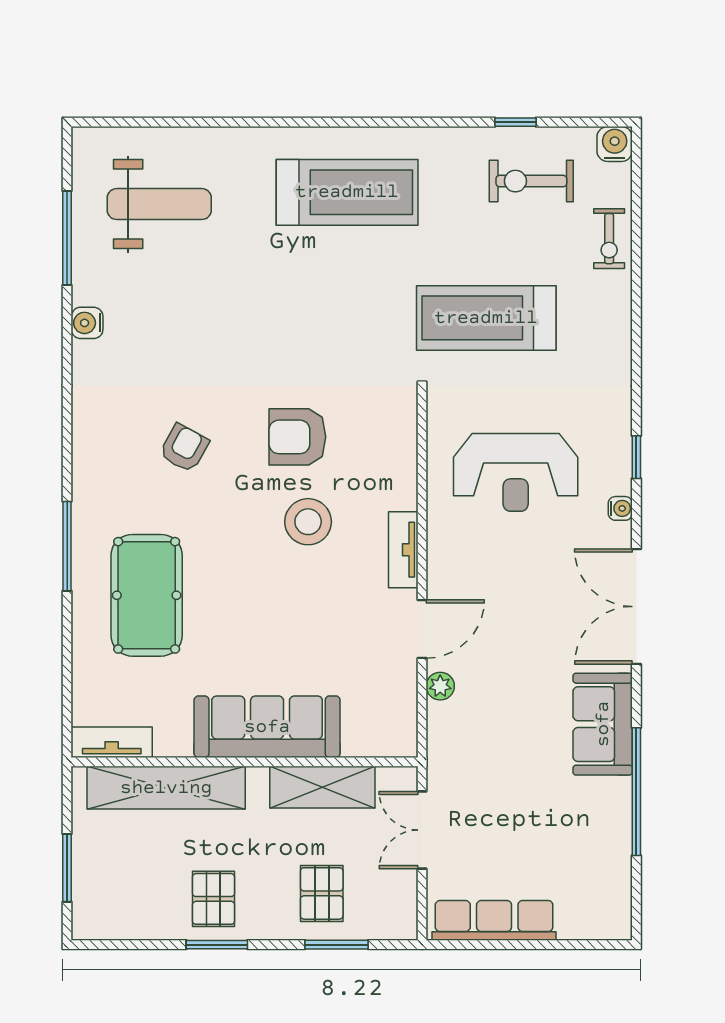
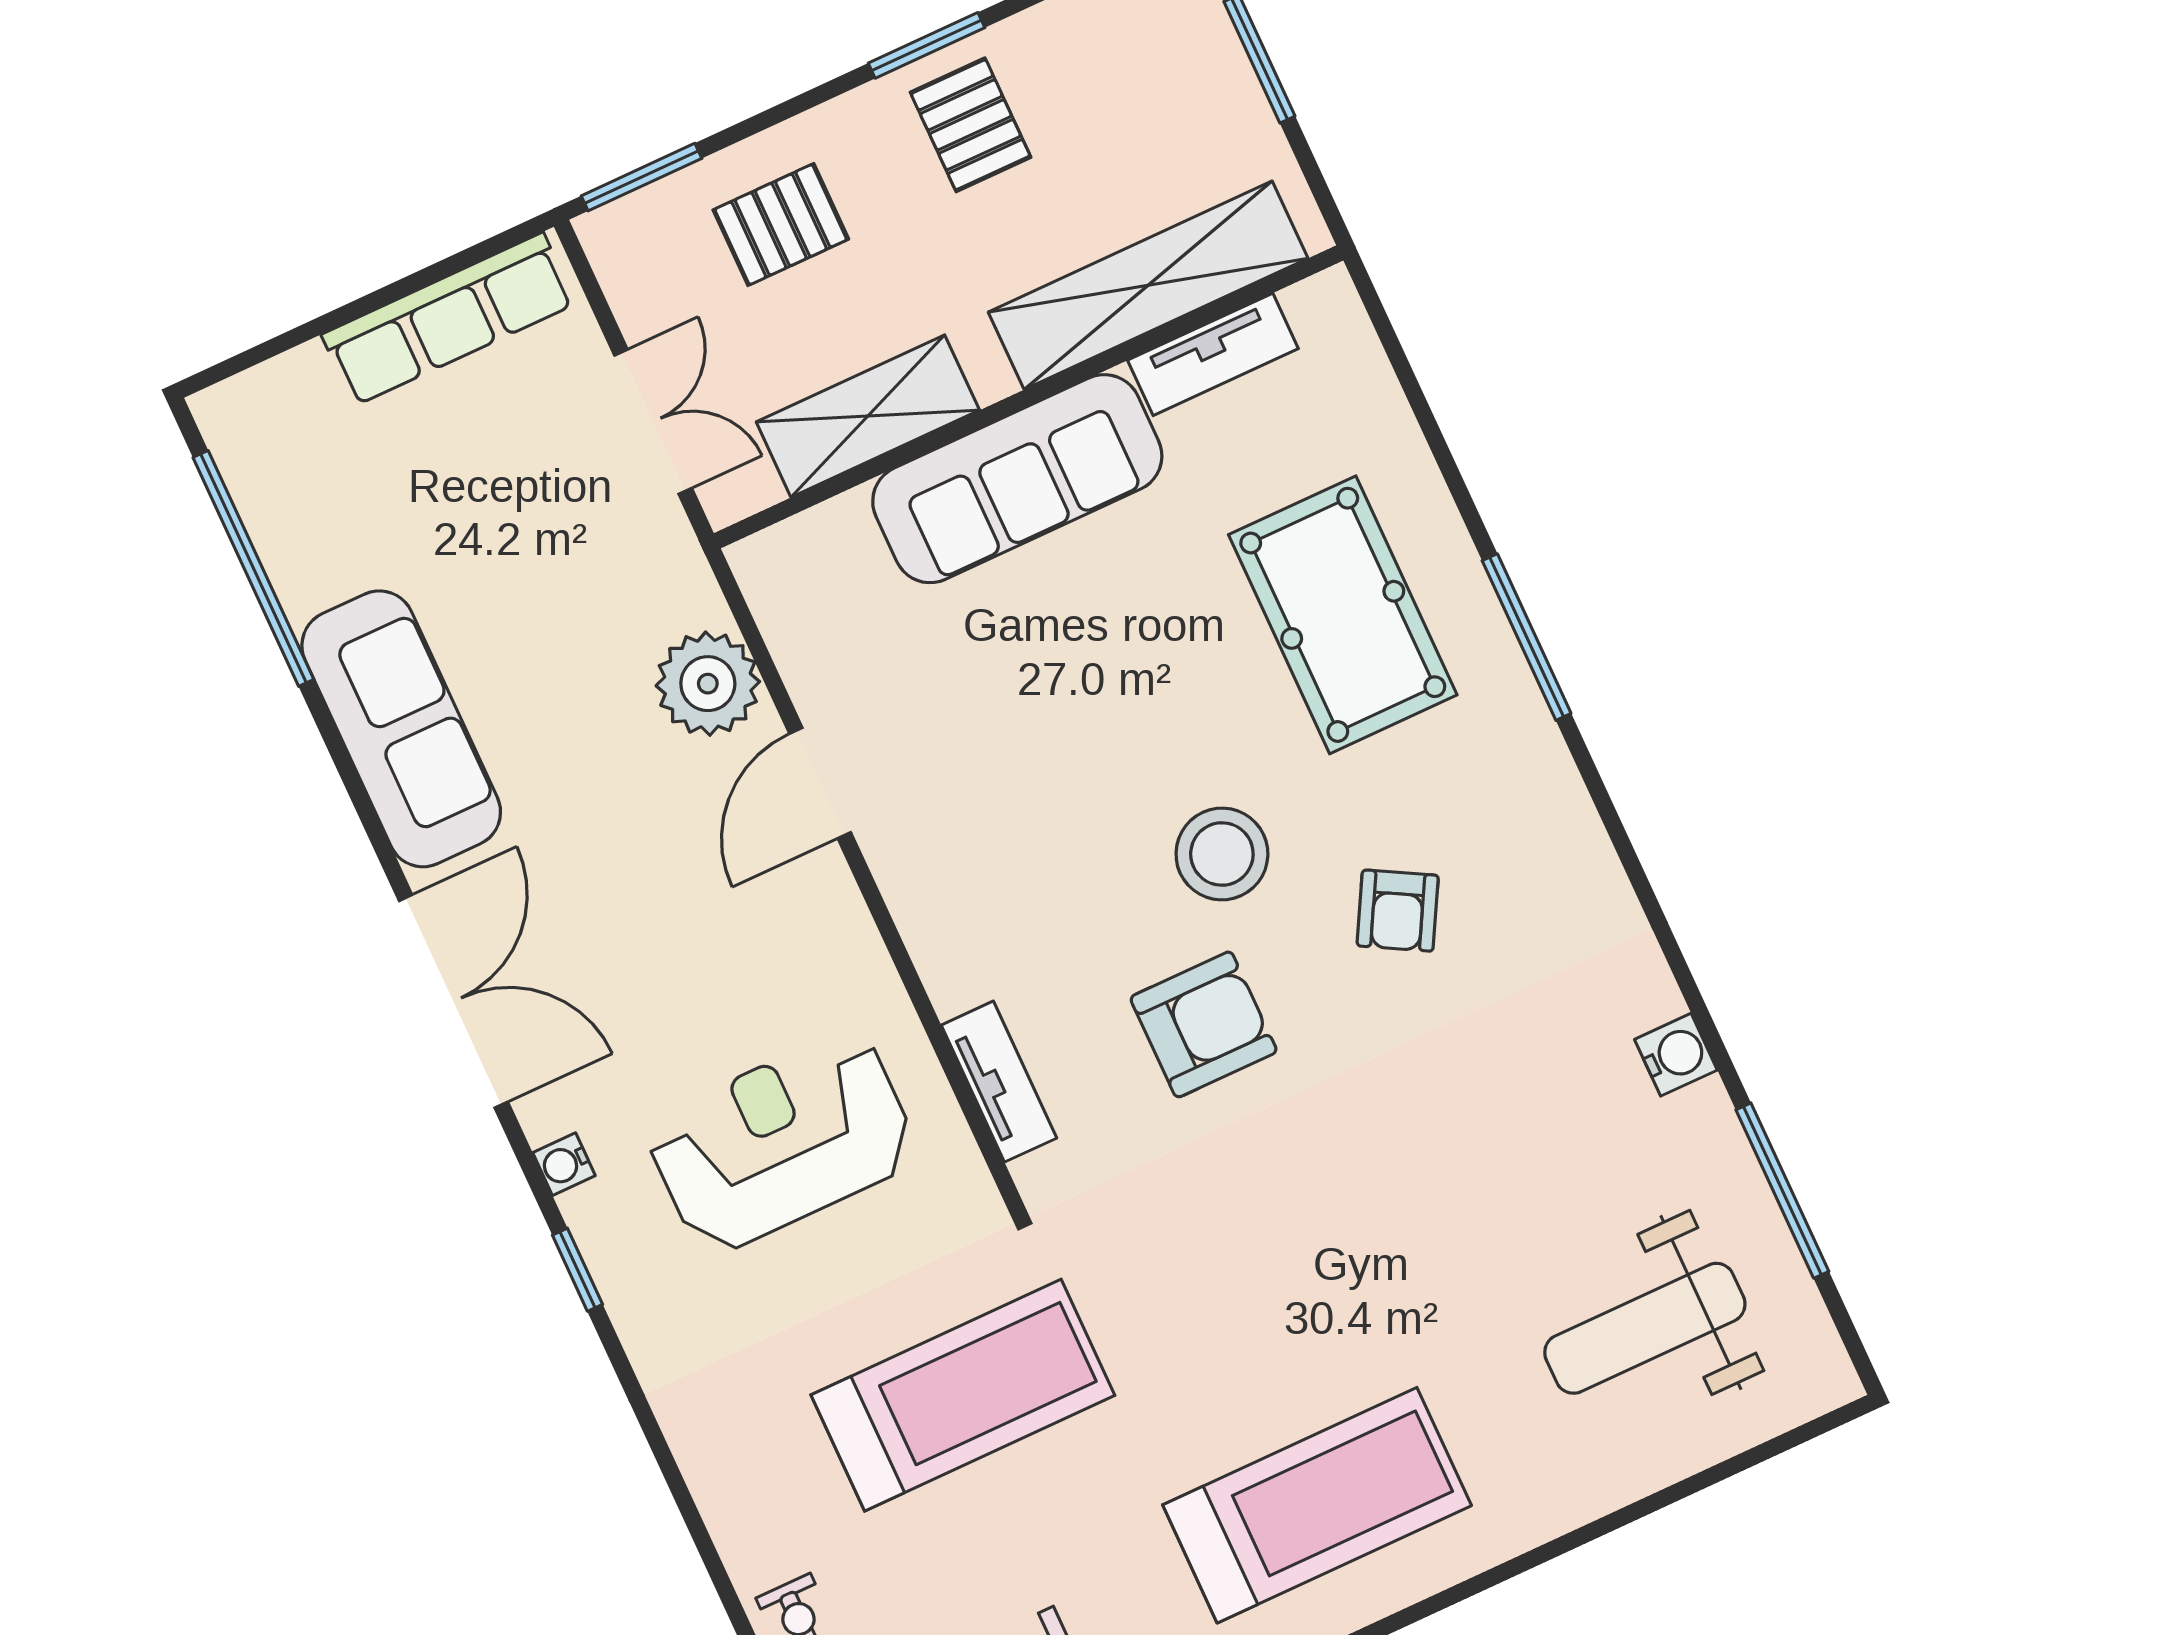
treadmill: (347, 192) -> (1317, 1505), turned 180
stool: (308, 522) -> (1222, 854), moved
tv unit: (403, 550) -> (999, 1082), moved
plant: (440, 686) -> (708, 684), width x1.88, depth x1.88
sofa: (603, 724) -> (401, 729), width x1.36
tv unit: (112, 742) -> (1213, 354), moved
window: (636, 792) -> (253, 568), moved
pallet: (322, 893) -> (781, 225), turned 90
window: (337, 945) -> (642, 177), moved

